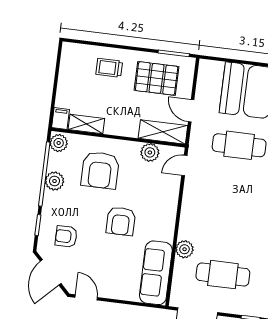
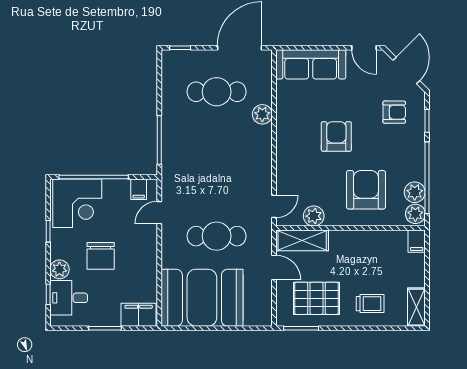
shelving: (86, 124) -> (416, 307), moved, turned 90
plant: (54, 181) -> (415, 192), moved
sofa: (156, 273) -> (311, 64), moved, turned 90

